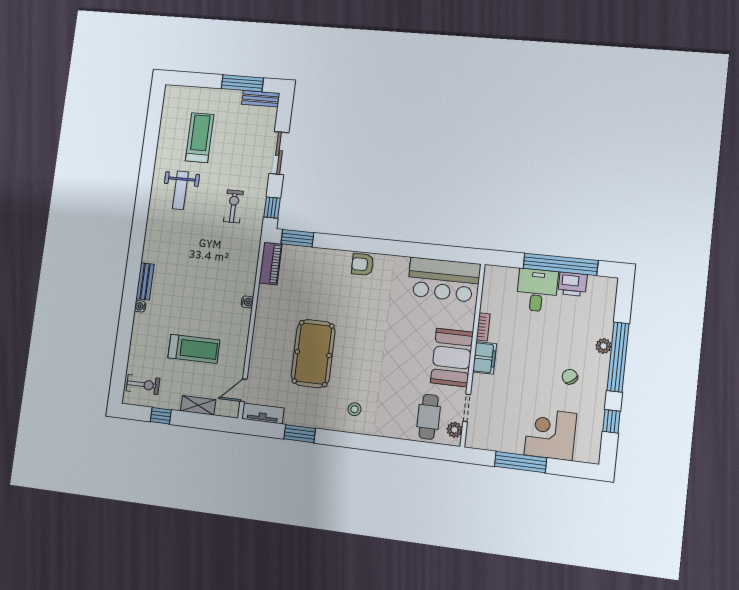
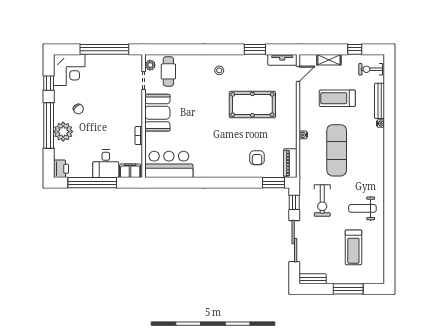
window: (242, 83) -> (348, 289), moved
sliding door: (279, 153) -> (294, 241), width x1.37
weight bench: (180, 190) -> (362, 208), turned -90
exercise bike: (233, 206) -> (322, 201), width x1.38, depth x1.39
armchair: (363, 264) -> (257, 158), moved, turned 91
exercise mat: (204, 275) -> (337, 150), added
bench: (145, 281) -> (379, 101), moved, width x1.36
printer: (573, 284) -> (61, 169), moved, turned 90
plant: (603, 346) -> (63, 132), width x1.87, depth x1.87
pool table: (313, 354) -> (252, 105), turned 90
filing cabinet: (485, 358) -> (130, 171), moved, turned 90
corner desk: (550, 434) -> (69, 70), moved
window: (521, 462) -> (104, 49), width x1.46

